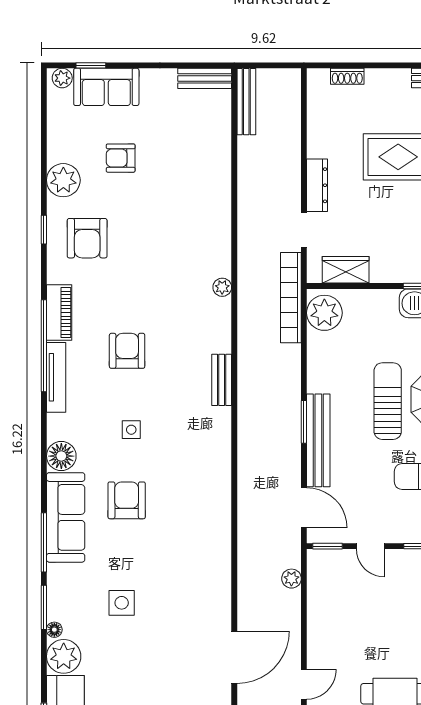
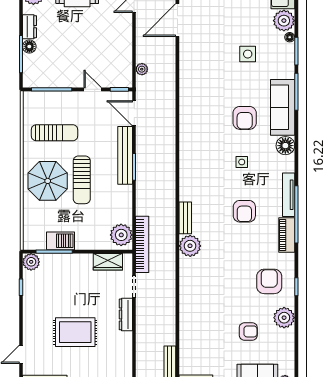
plant: (222, 287) -> (190, 246), width x1.87, depth x1.87
bench: (222, 380) -> (185, 218), moved

